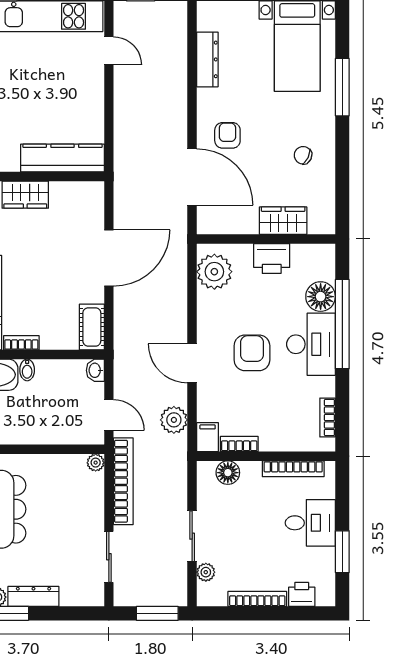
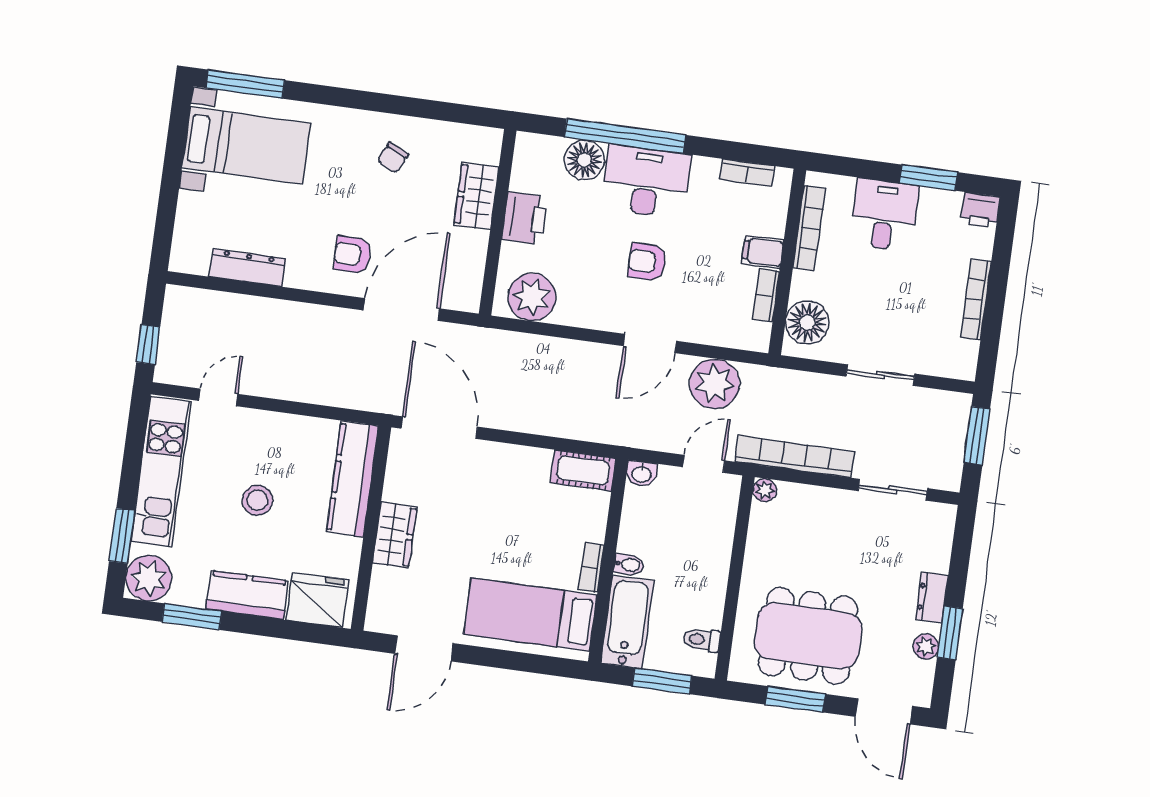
window: (342, 87) -> (245, 84), moved
stool: (37, 90) -> (257, 500), added
door: (109, 258) -> (439, 428), moved
armchair: (252, 353) -> (647, 262), width x0.72, depth x0.72
plant: (174, 420) -> (715, 384), width x1.36, depth x1.36
filing cabinet: (208, 437) -> (763, 252), moved
floor lamp: (228, 473) -> (807, 322), width x1.38, depth x1.38
plant: (206, 572) -> (931, 363), removed
printer: (302, 594) -> (980, 210), moved, turned -90
dresser: (33, 596) -> (932, 597), width x0.70

